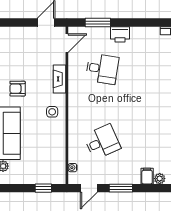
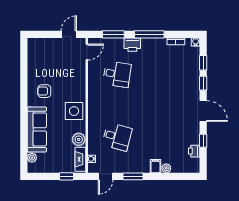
window: (140, 23) -> (149, 34), added
fireplace: (59, 79) -> (80, 159), moved
side table: (52, 112) -> (74, 111), width x1.87, depth x1.87
desk: (102, 142) -> (117, 137), turned 39
plant: (58, 145) -> (79, 139), added

